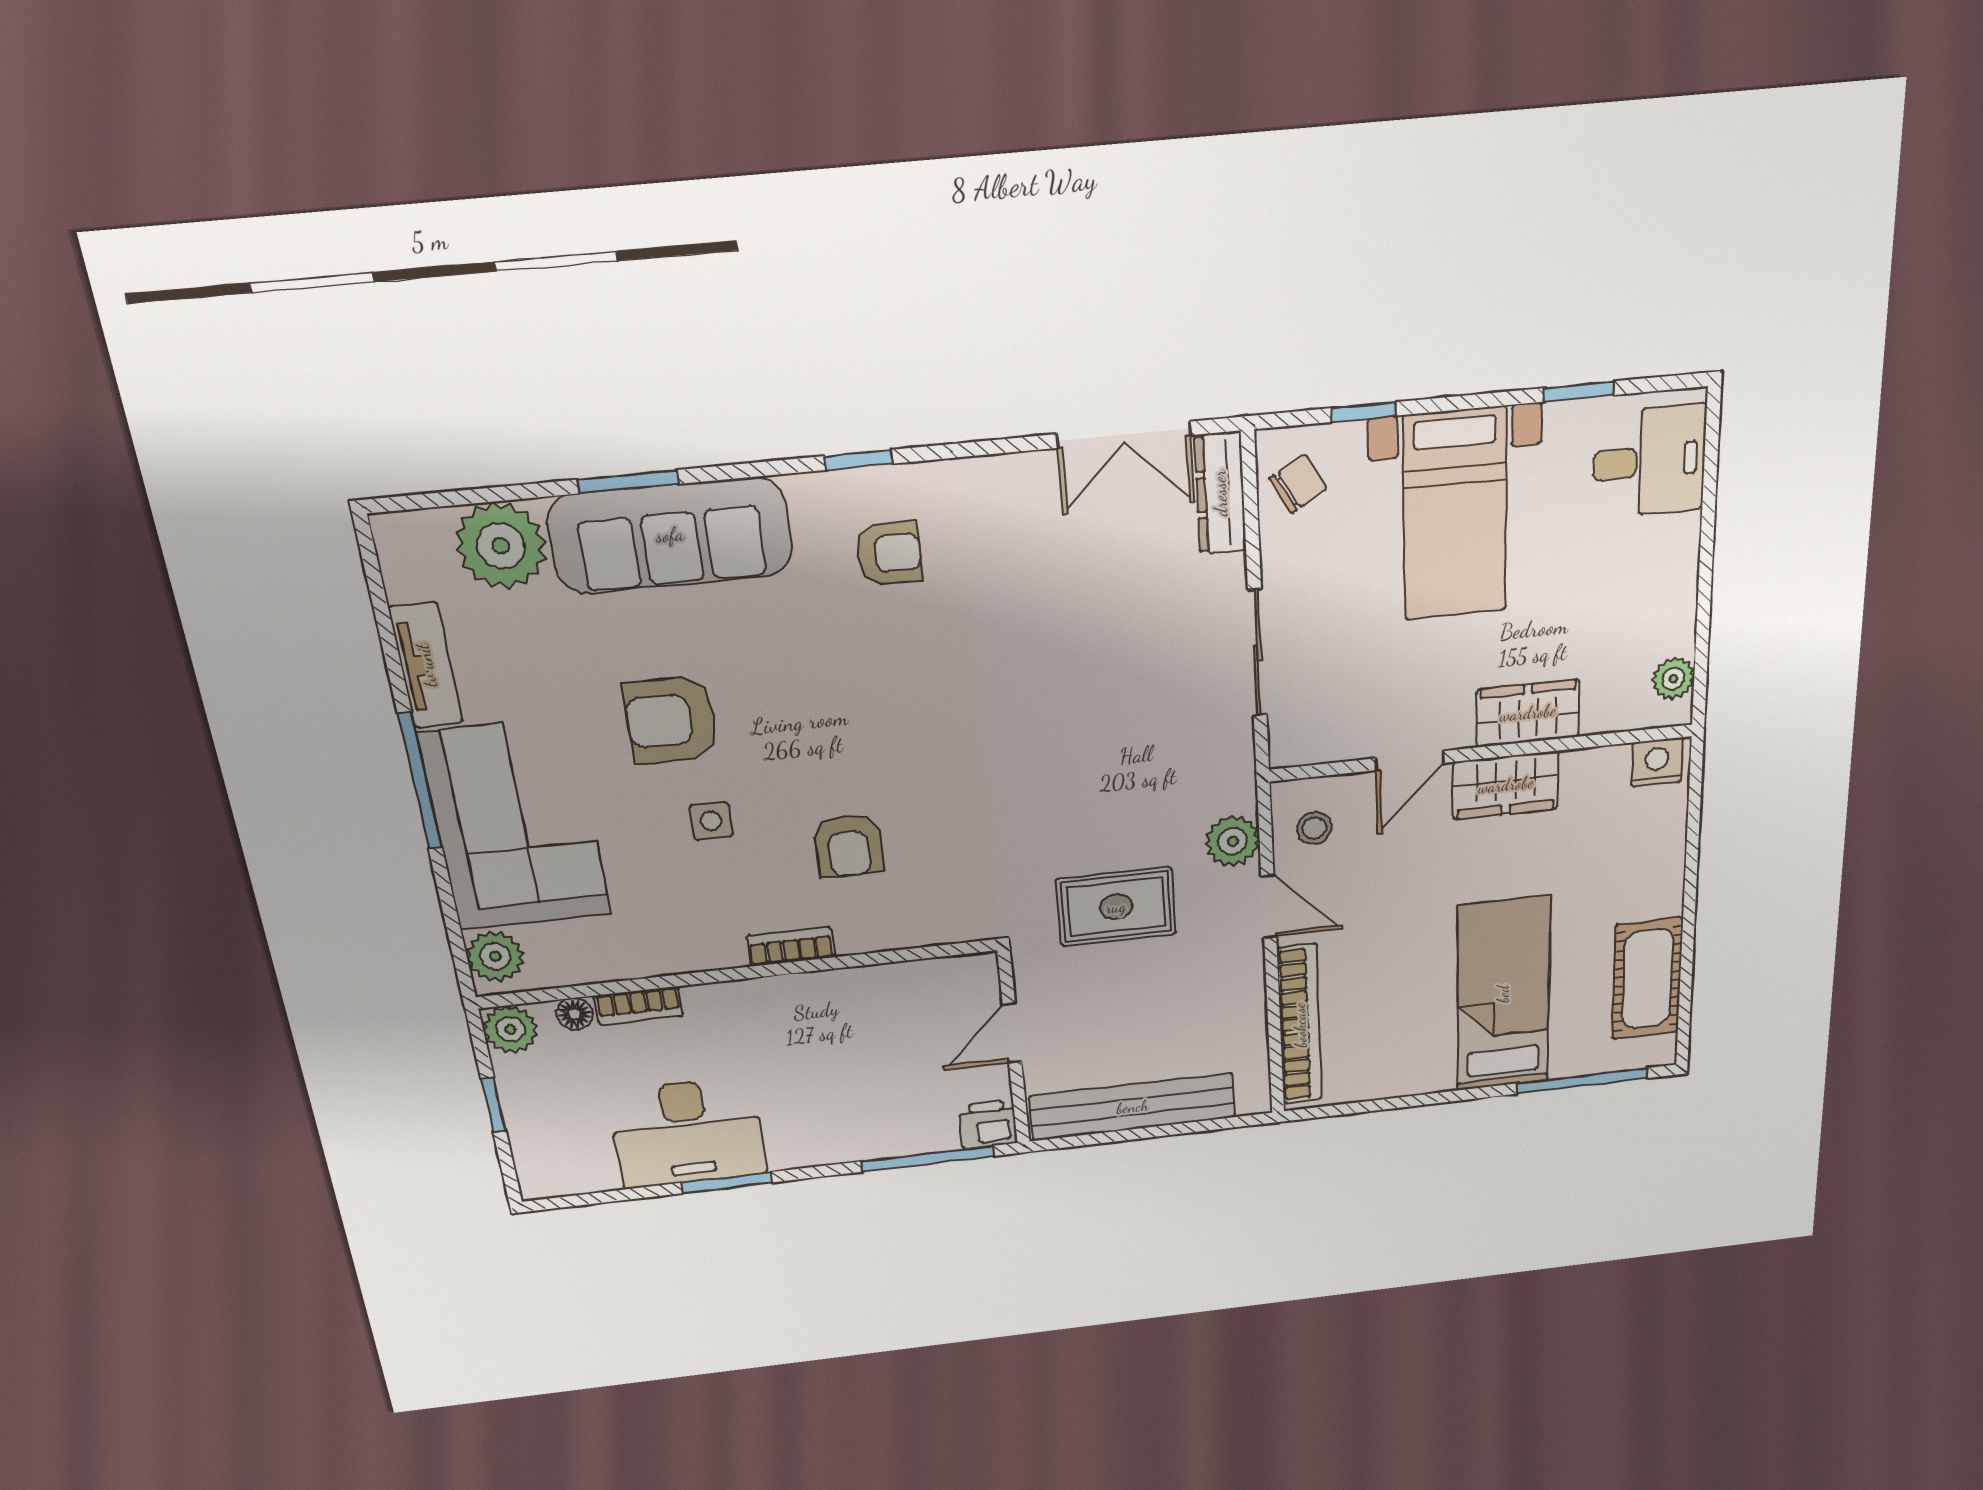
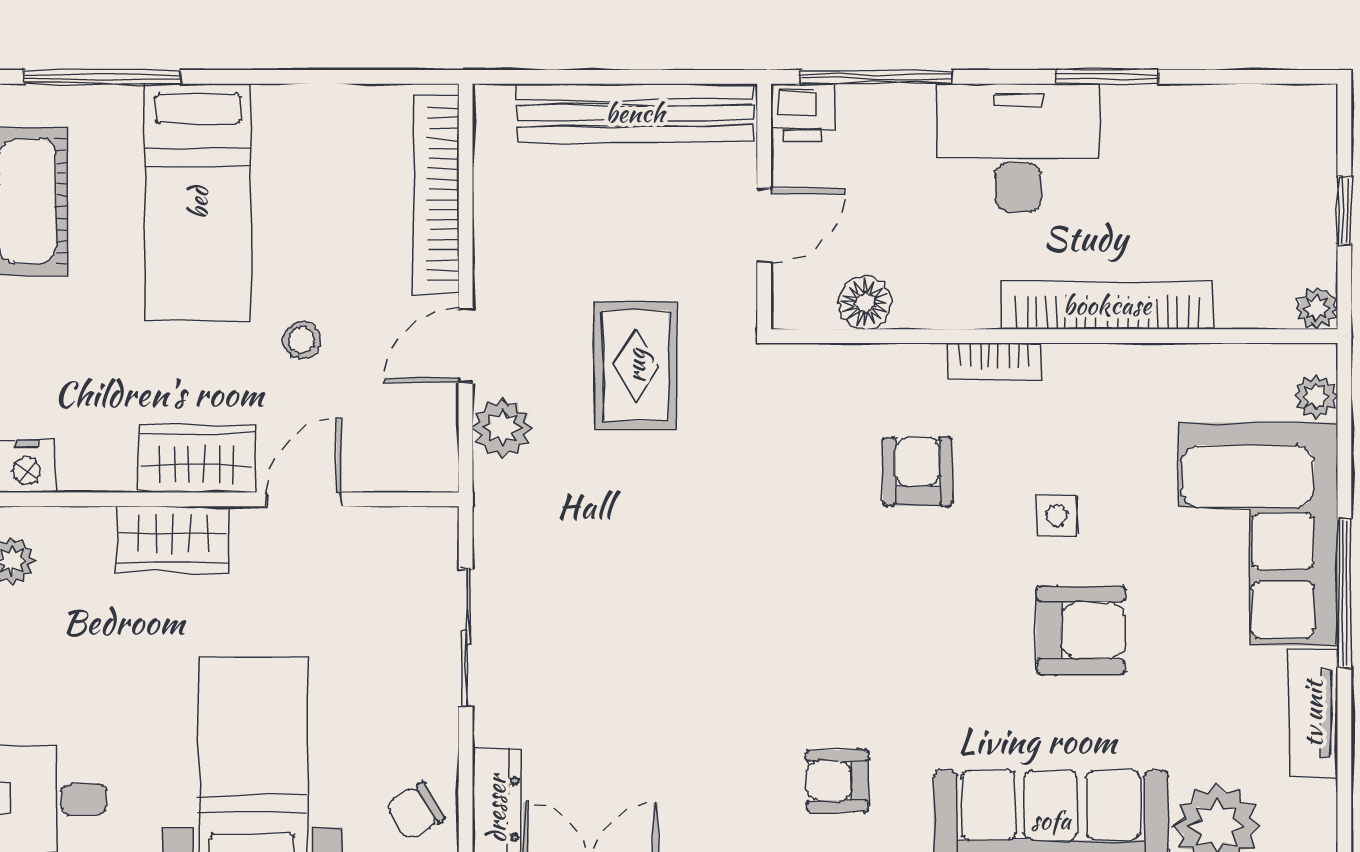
stool: (1314, 828) -> (302, 340), moved
rug: (1116, 907) -> (636, 366), turned 90
door: (1269, 907) -> (466, 345), hinge flipped
plant: (495, 956) -> (1316, 396), width x0.73, depth x0.73
bookcase: (639, 1006) -> (1107, 305), width x2.31, depth x1.31
floor lamp: (575, 1014) -> (865, 303), moved, width x1.37, depth x1.37
plant: (510, 1029) -> (1317, 308), width x0.73, depth x0.73
desk: (687, 1132) -> (1018, 148), moved

